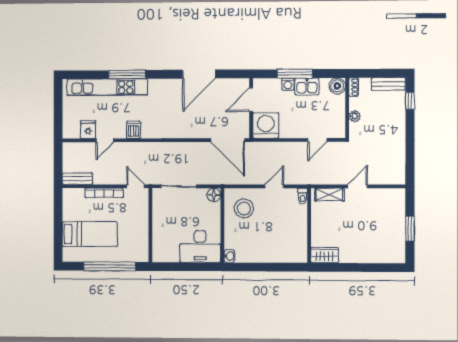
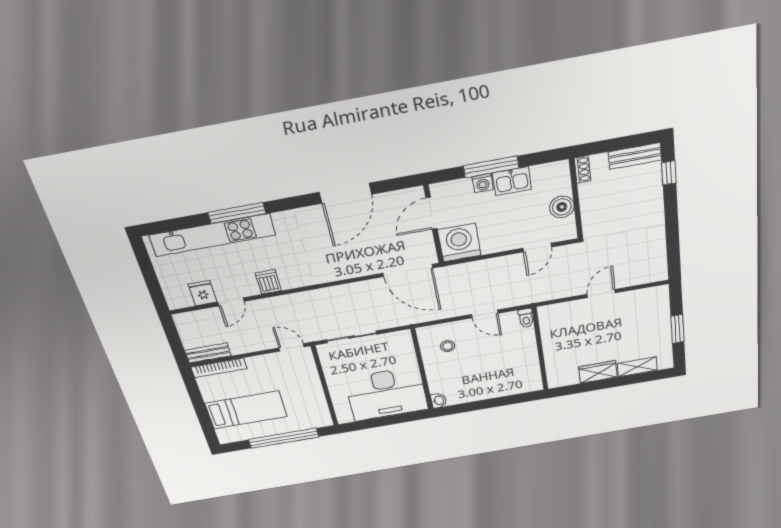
boiler: (337, 86) -> (562, 207), moved
plant: (355, 116) -> (588, 208), removed
door: (274, 186) -> (485, 314), swing flipped
bookcase: (104, 193) -> (219, 368), moved
floor lamp: (214, 195) -> (403, 338), removed
shelving: (329, 195) -> (637, 367), moved
stool: (244, 208) -> (448, 346), width x0.53, depth x0.53
desk: (200, 246) -> (386, 394), width x1.36, depth x1.30
wardrobe: (325, 255) -> (598, 372), moved

